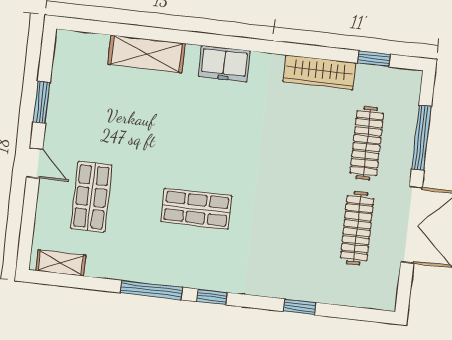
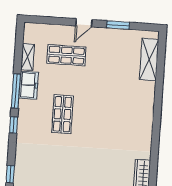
shelving: (147, 54) -> (149, 60), moved
freezer: (224, 64) -> (29, 85), moved, turned 180
shelving: (61, 263) -> (28, 57), moved

